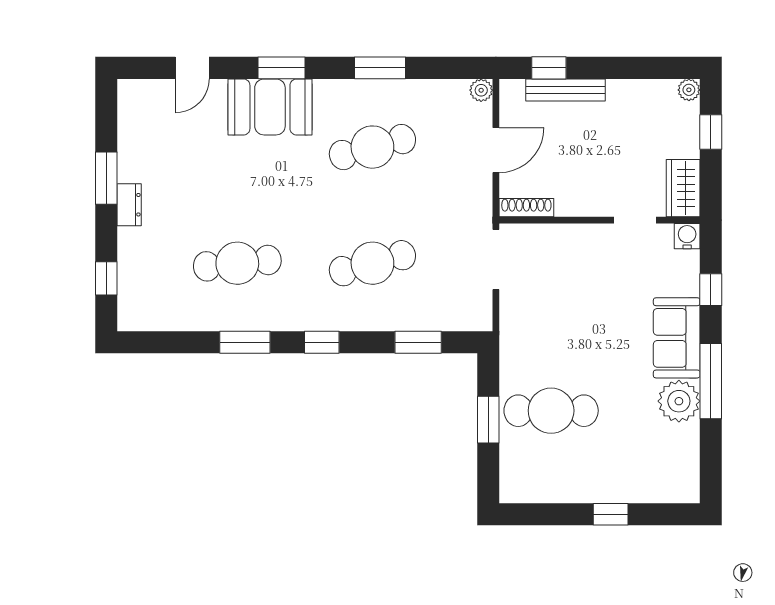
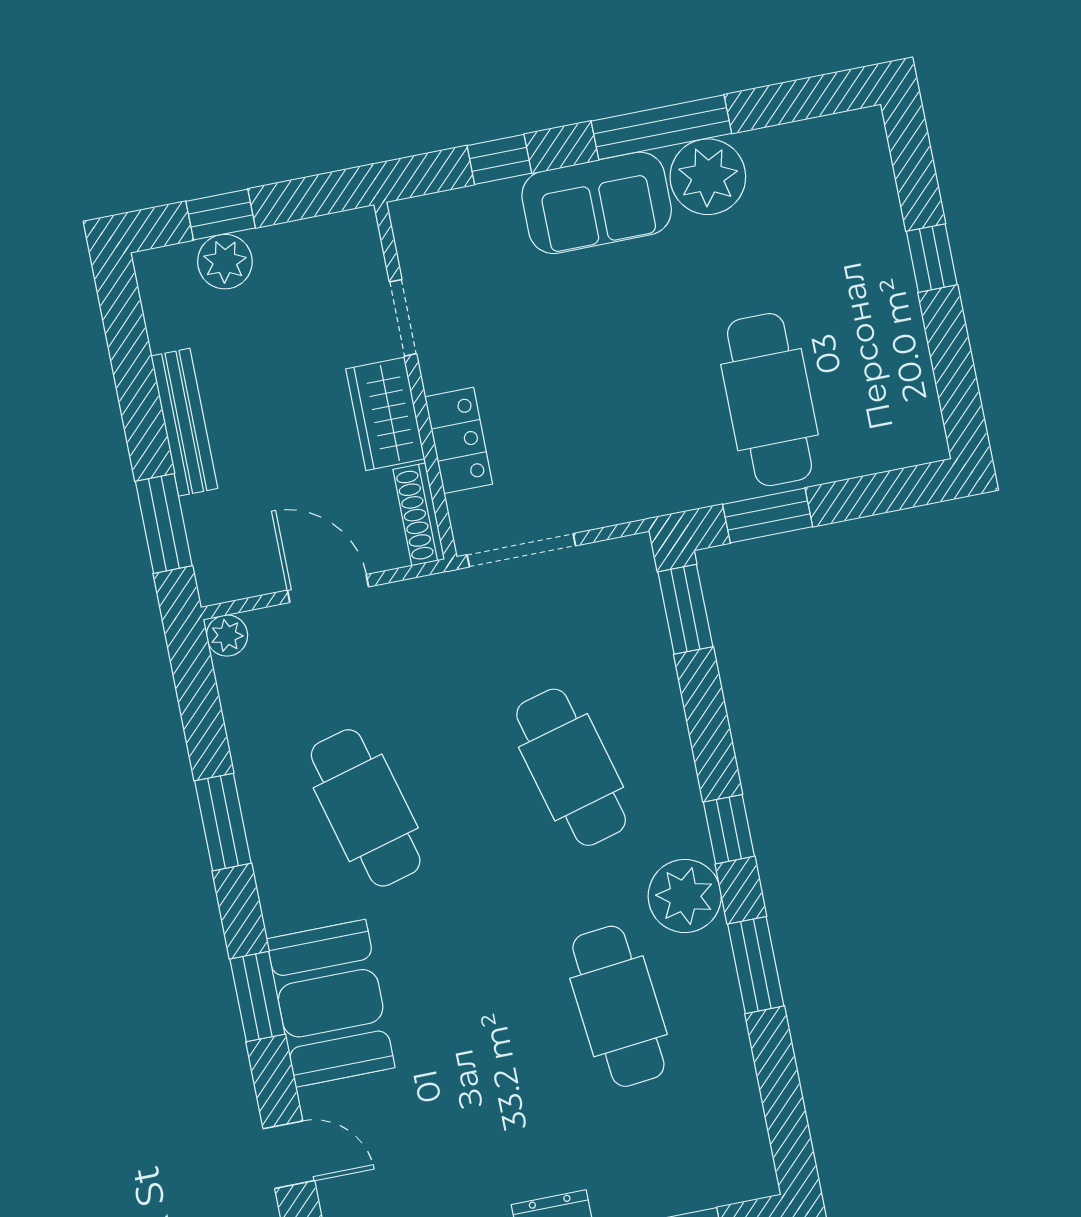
window: (549, 68) -> (164, 524), width x1.50
bench: (565, 90) -> (184, 422), moved
plant: (689, 90) -> (225, 262), moved, width x1.38, depth x1.38
wardrobe: (683, 188) -> (385, 414), moved, turned 90
water cooler: (687, 236) -> (413, 220), removed
locker: (562, 237) -> (459, 440), added
plant: (290, 311) -> (685, 896), added
window: (418, 342) -> (685, 609), moved
window: (488, 420) -> (768, 515), moved

